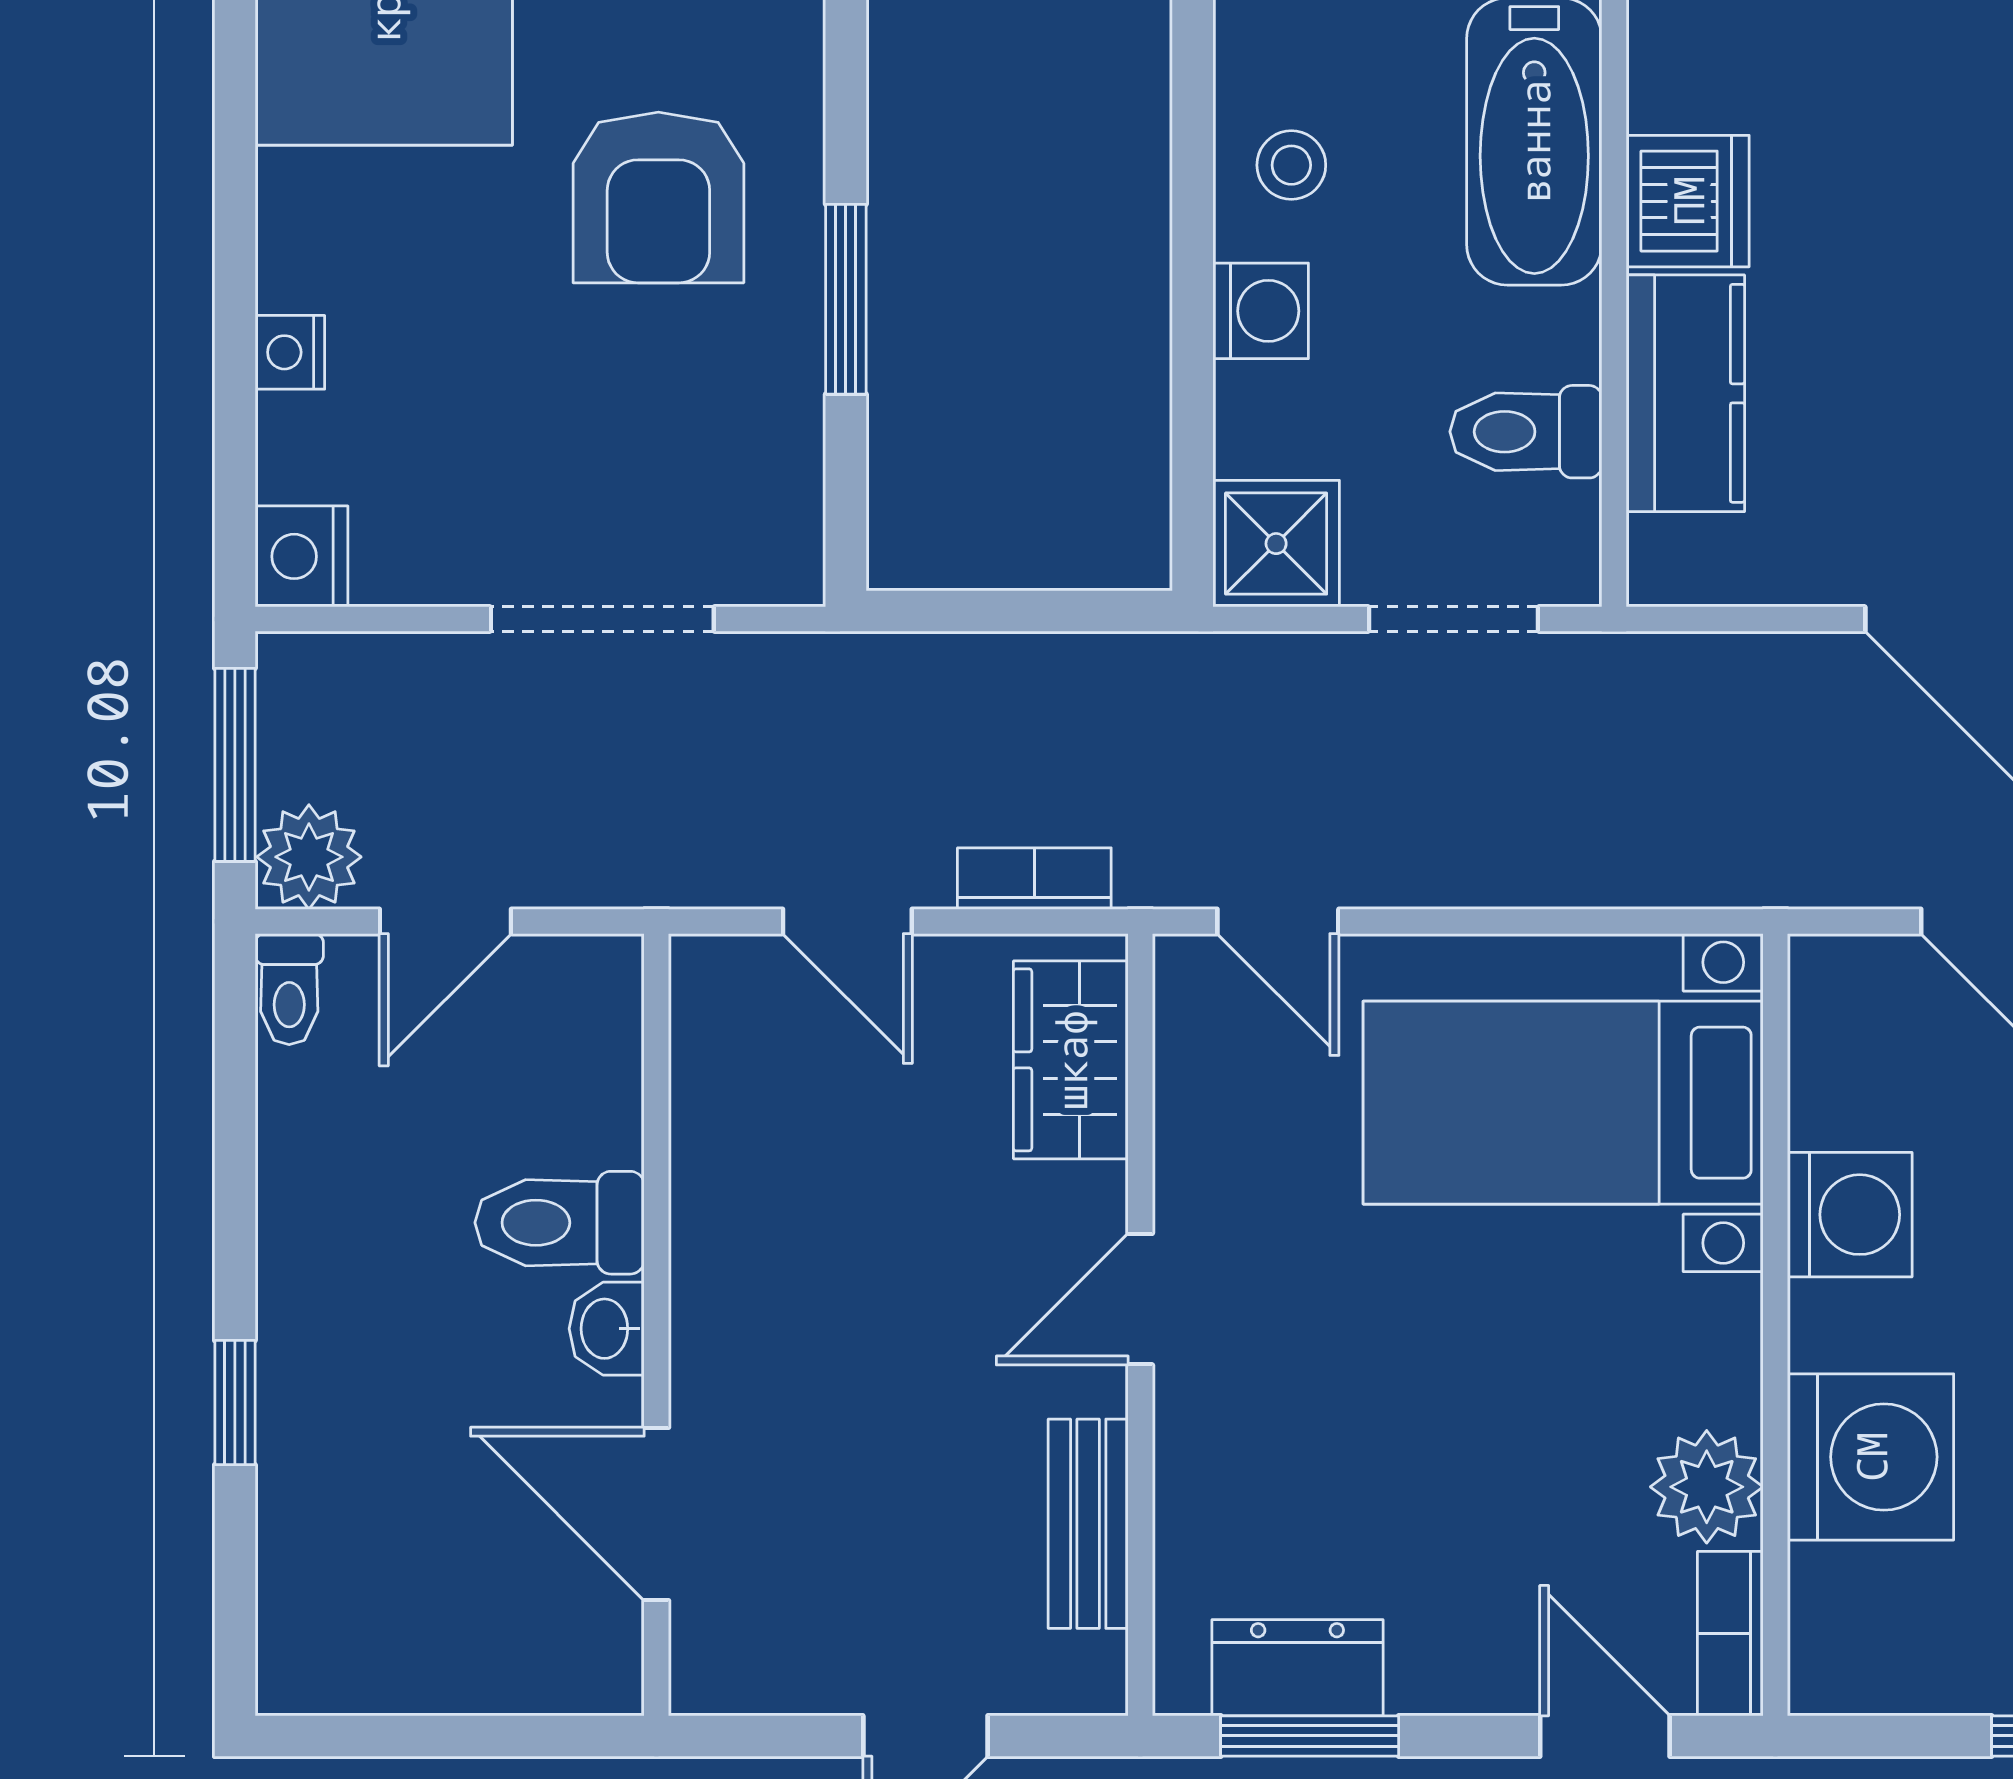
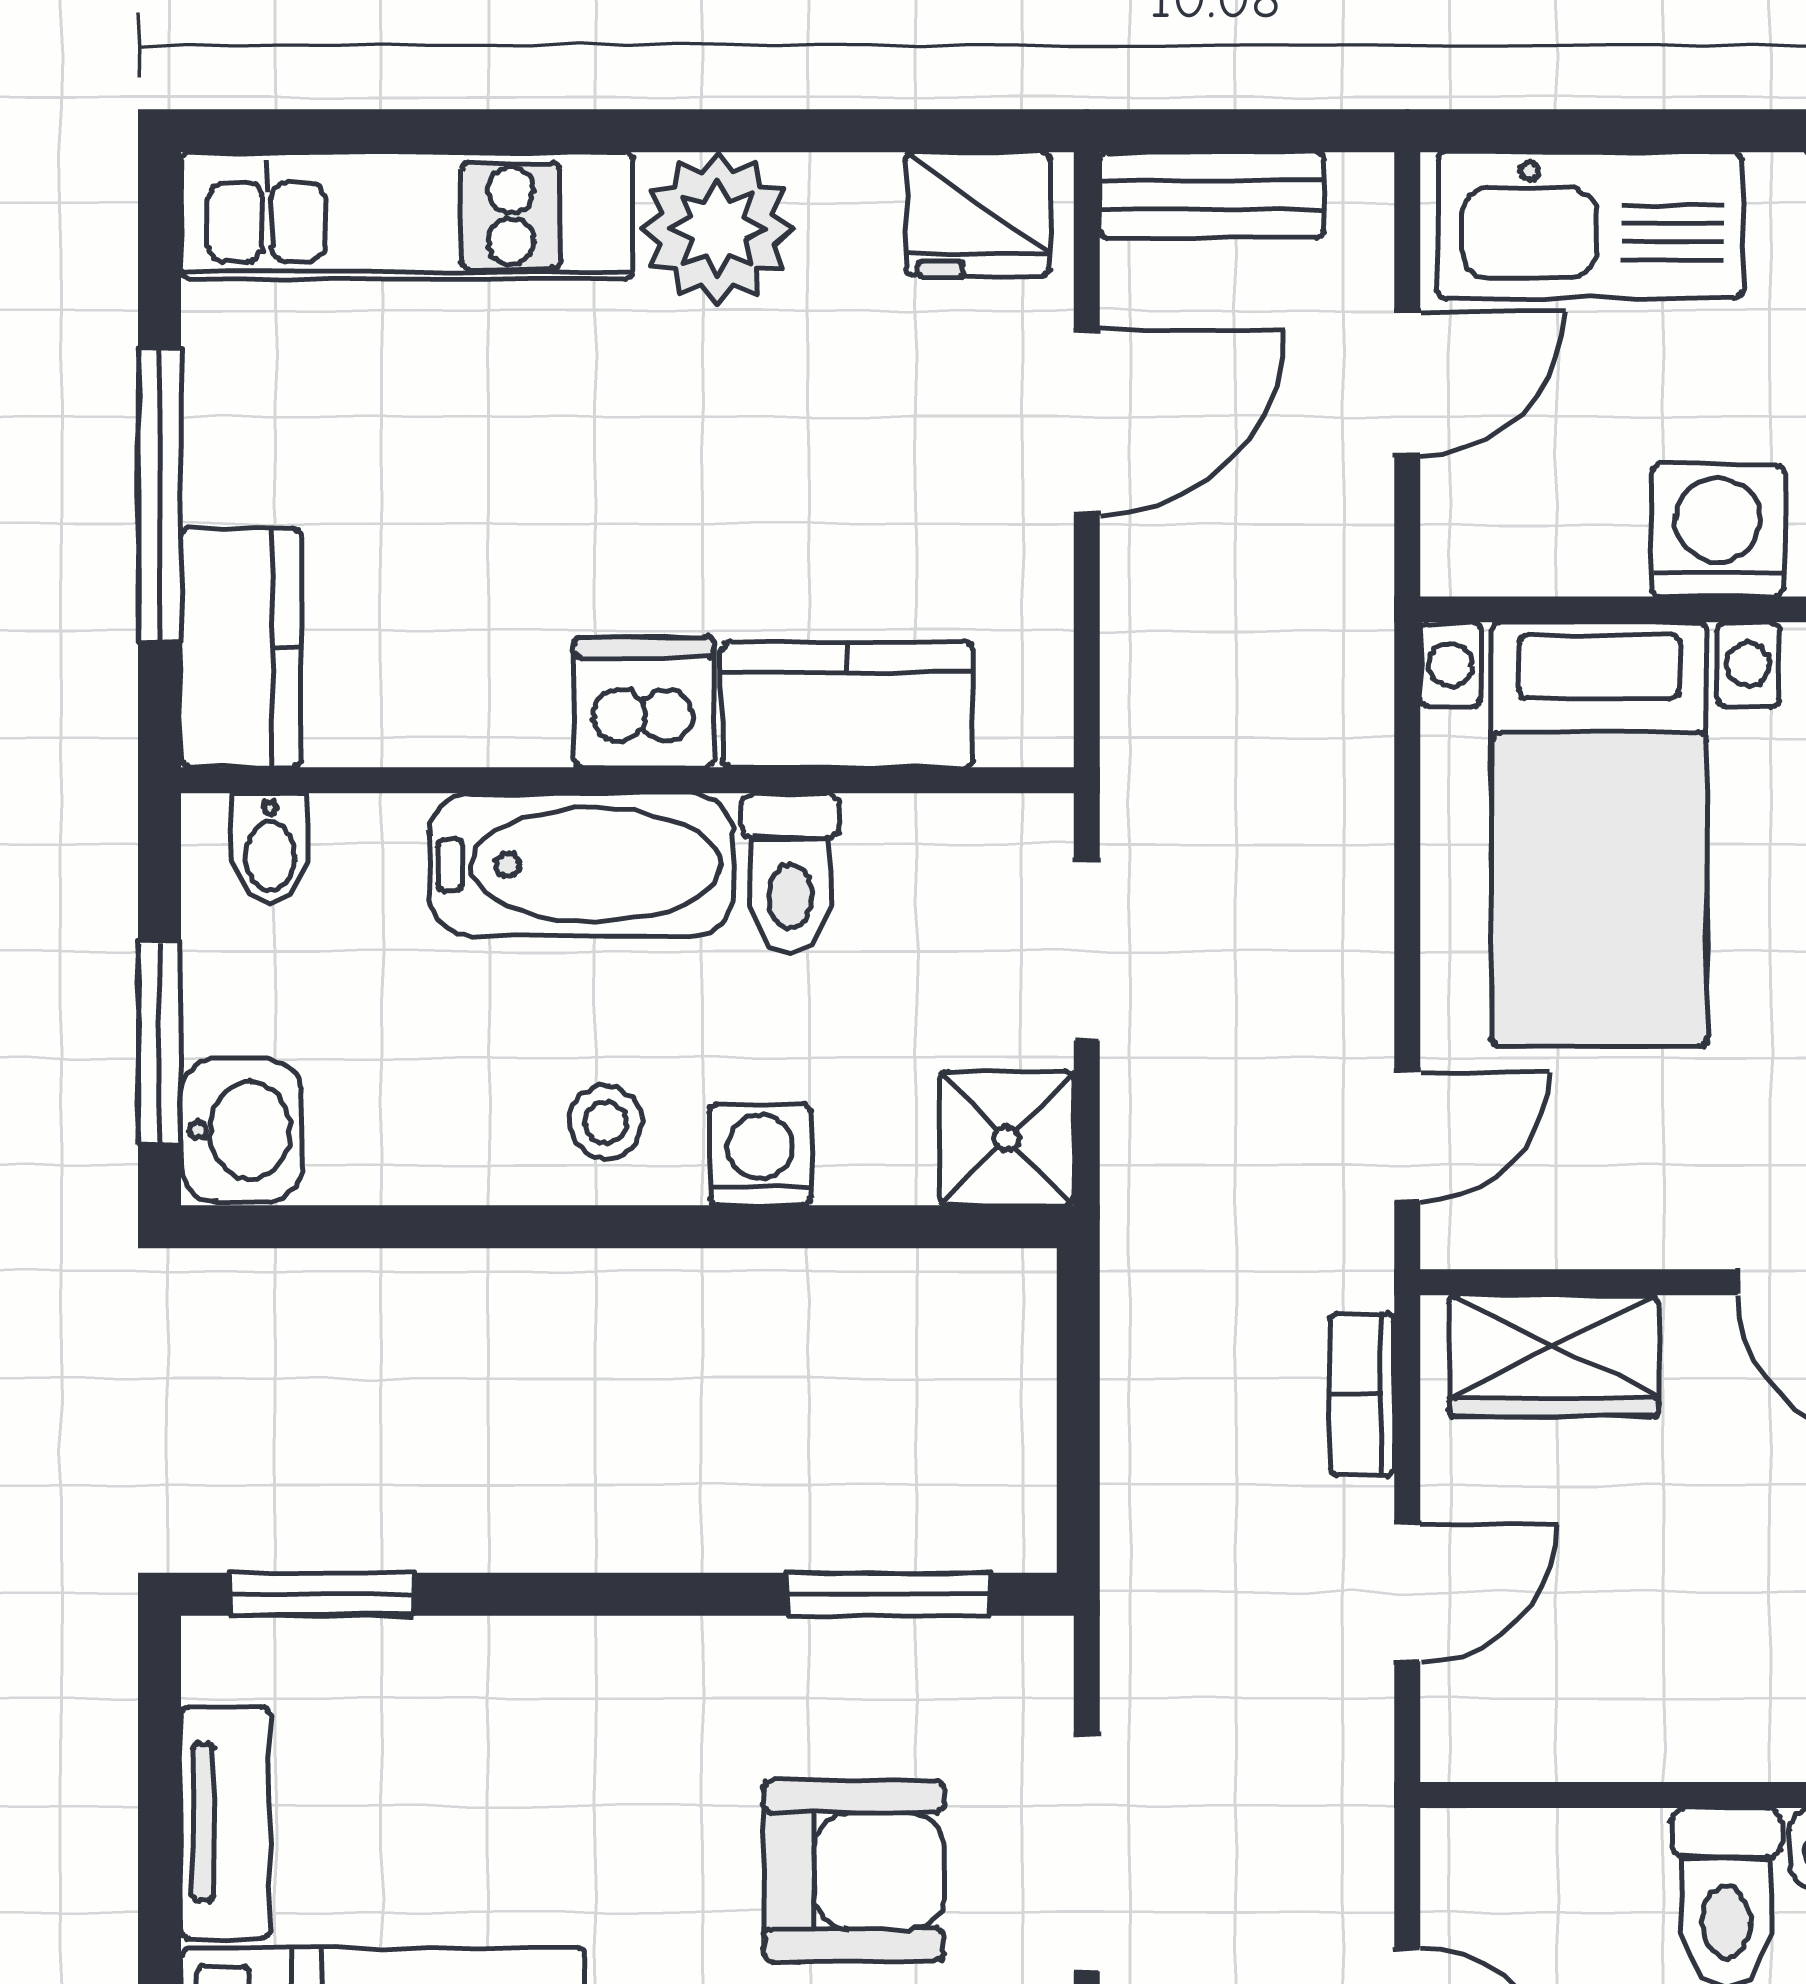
armchair: (658, 197) -> (854, 1871), moved
window: (846, 299) -> (889, 1594), moved
toilet: (1526, 432) -> (790, 874), moved

